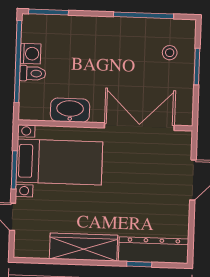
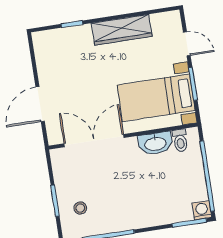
washing machine: (30, 54) -> (202, 210), moved, turned 90
toilet: (33, 73) -> (180, 140), moved, turned -90
double door: (139, 127) -> (94, 141), swing flipped
dresser: (154, 250) -> (62, 38), removed

